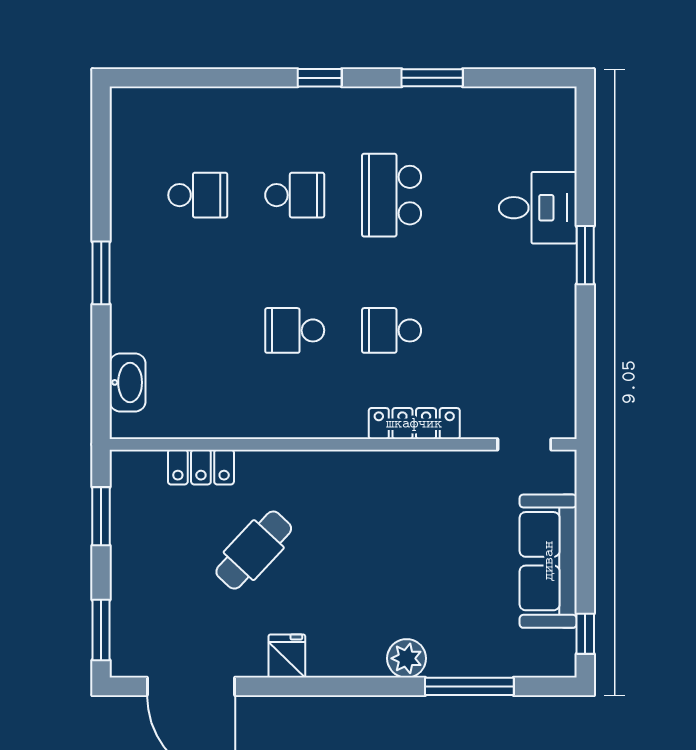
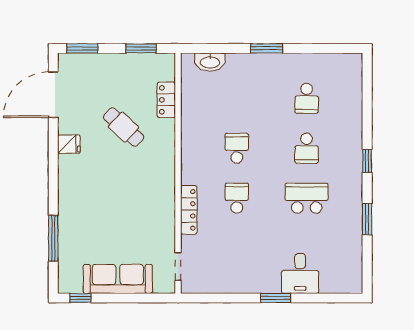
plant: (407, 658) -> (68, 206), removed

